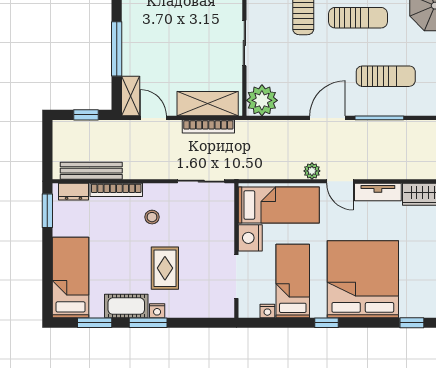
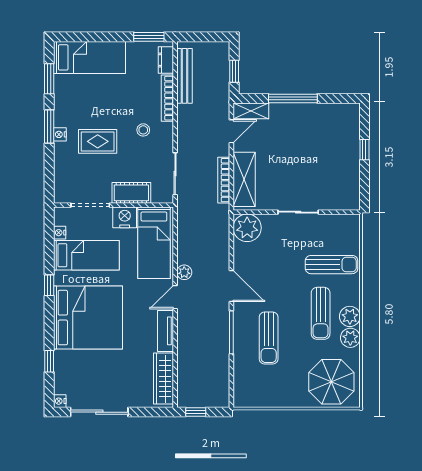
cot: (126, 306) -> (131, 193), moved, turned 90

